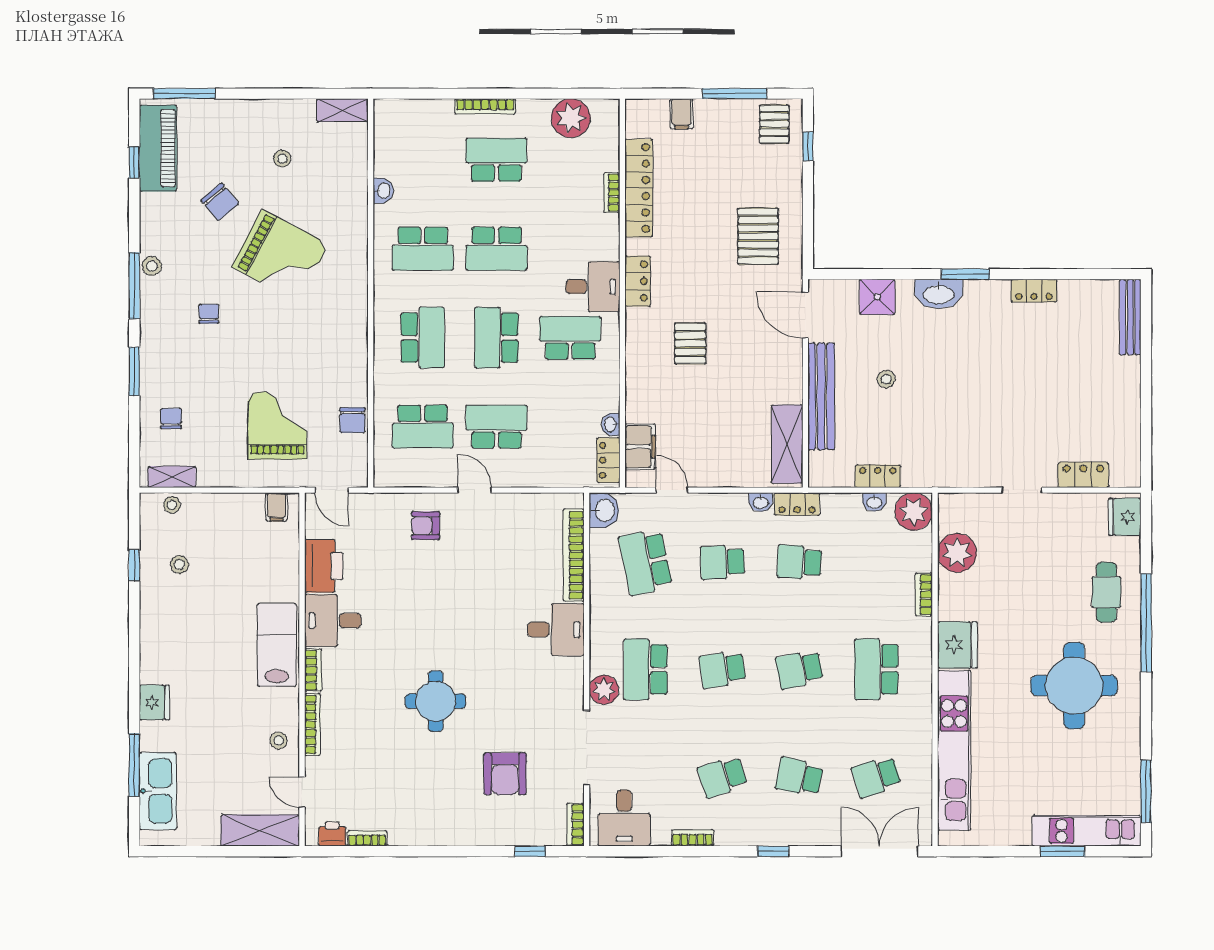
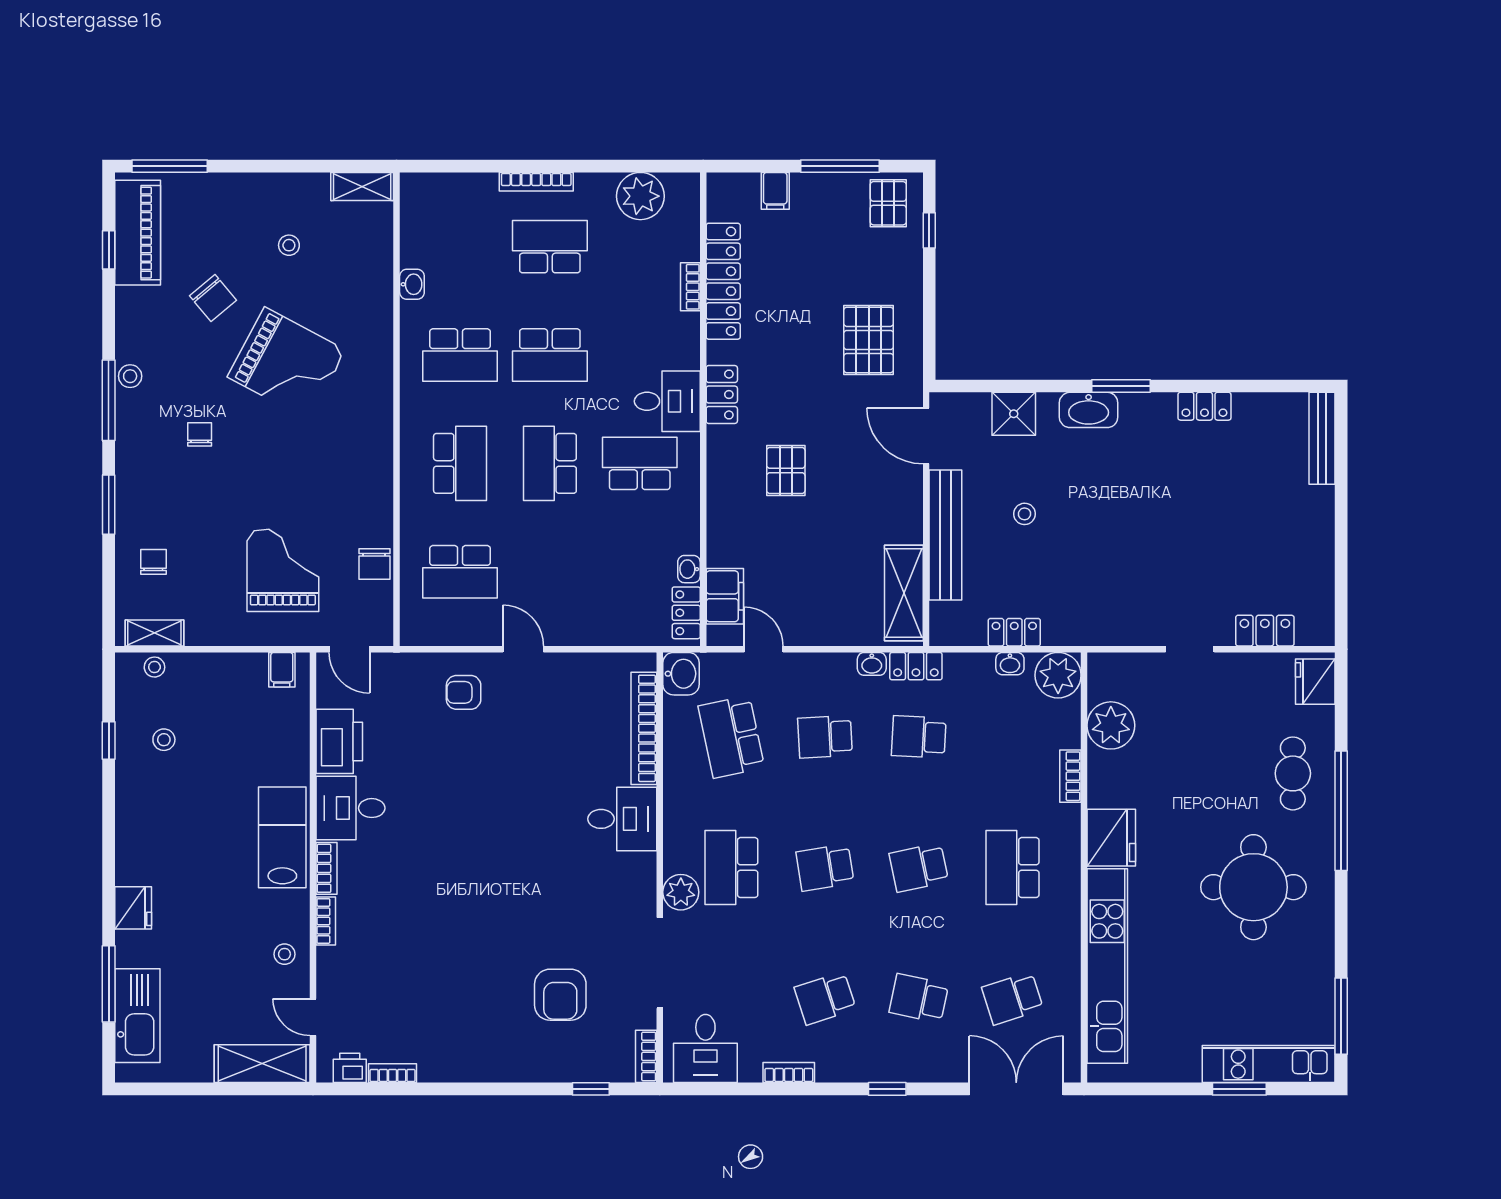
school desk: (496, 427) -> (550, 572), removed
round table: (436, 701) -> (476, 906), removed
bookcase: (312, 724) -> (326, 921), width x0.64

